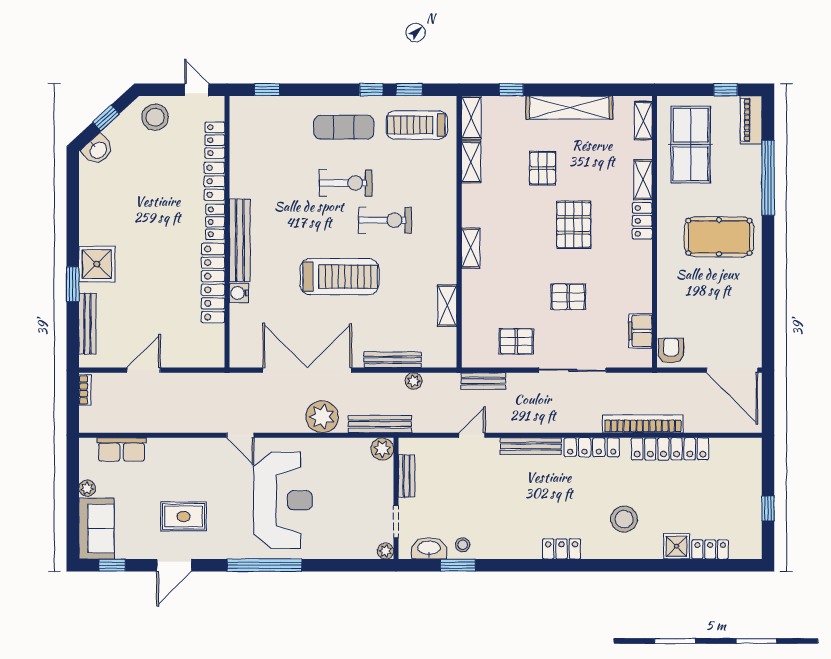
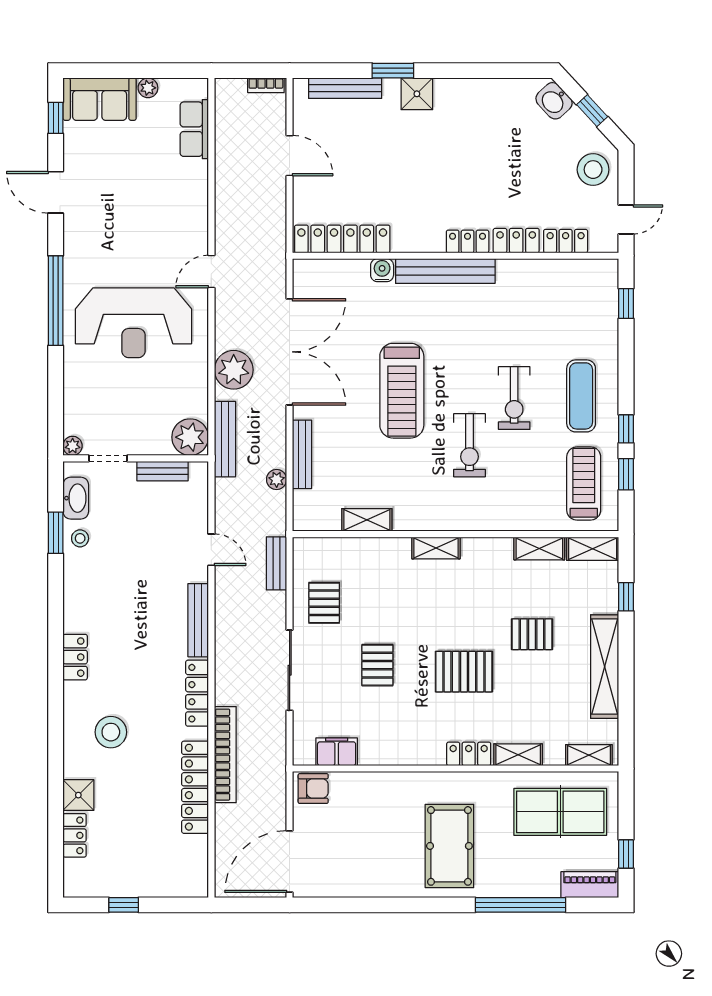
shower: (97, 264) -> (417, 94), width x0.73, depth x0.73
locker: (213, 283) -> (342, 239), moved
plant: (382, 449) -> (190, 437), width x1.36, depth x1.36
rug: (184, 516) -> (114, 204), removed

